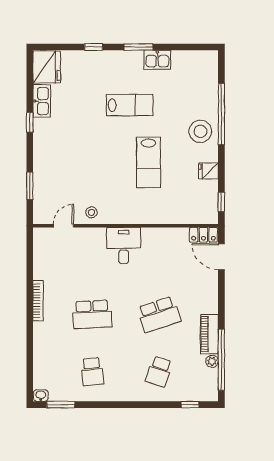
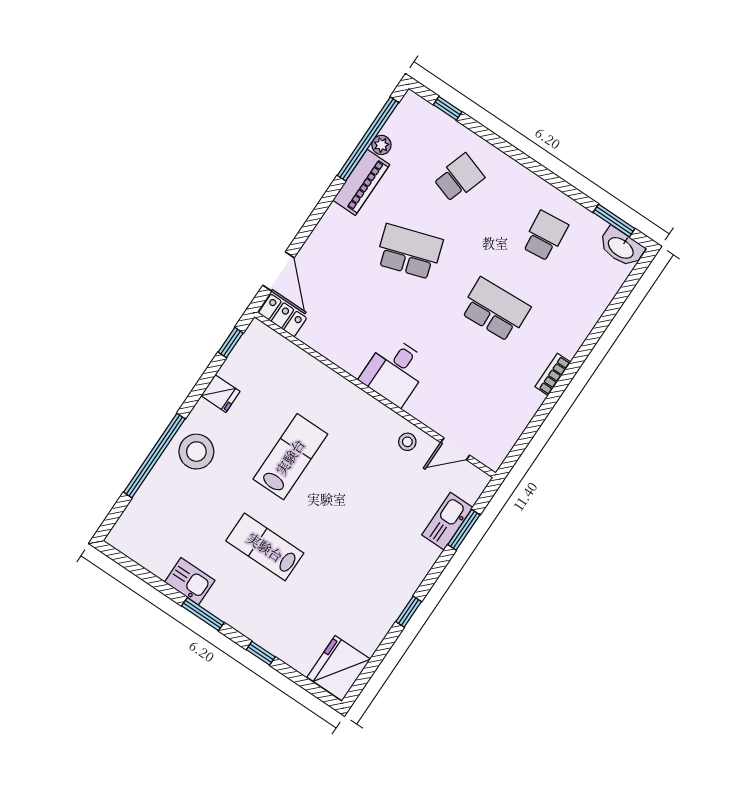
kitchen sink: (42, 101) -> (447, 521), moved
bookcase: (38, 301) -> (553, 374), width x0.64
washbasin: (41, 396) -> (621, 247), width x1.91, depth x1.45

